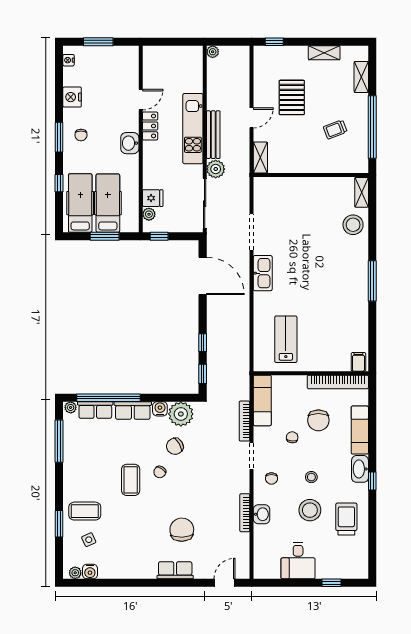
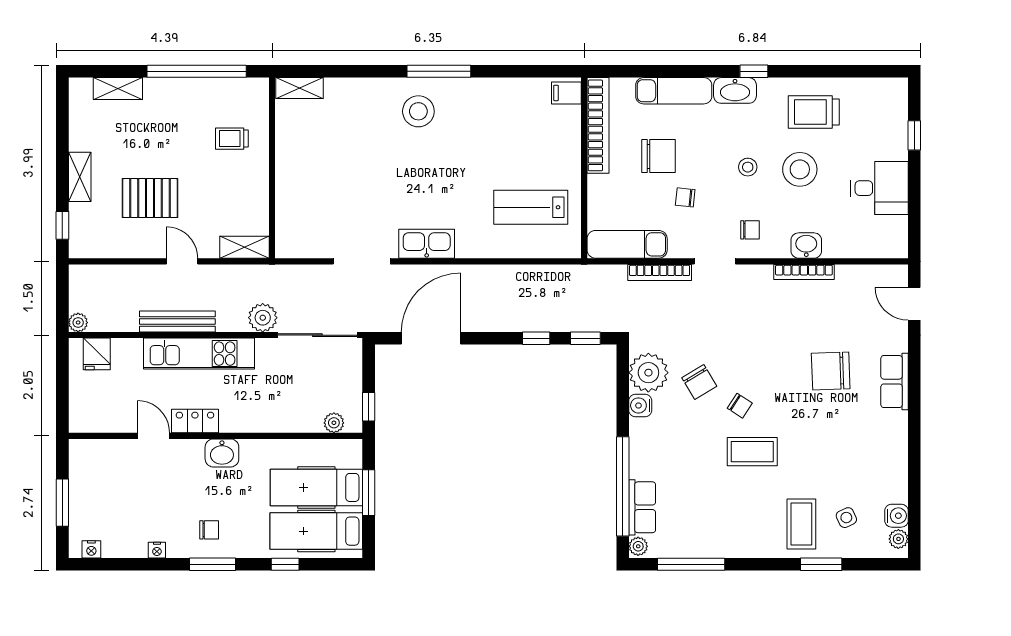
shelving: (324, 53) -> (80, 177), moved
nightstand: (72, 97) -> (157, 550), width x0.53, depth x0.56
trolley: (335, 129) -> (232, 139), moved, turned 111
bench: (213, 135) -> (177, 322), moved
fridge: (153, 198) -> (97, 354), moved, turned 180
stool: (353, 225) -> (418, 111), moved
row of seats: (133, 410) -> (643, 448), removed

